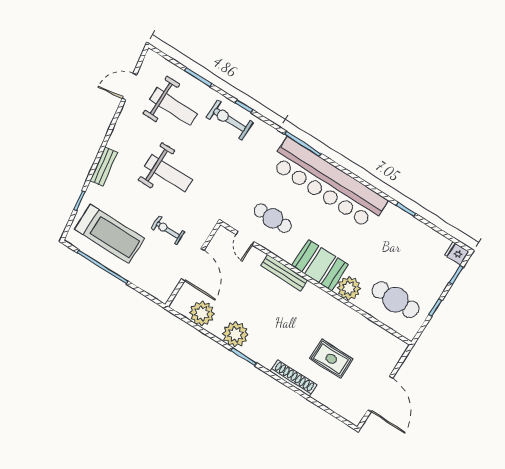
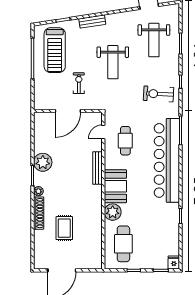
exercise bike: (230, 120) -> (159, 94), moved, turned -87
plant: (202, 313) -> (38, 191), moved, width x0.53, depth x0.53

